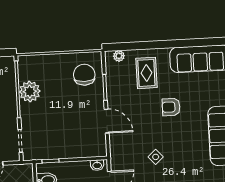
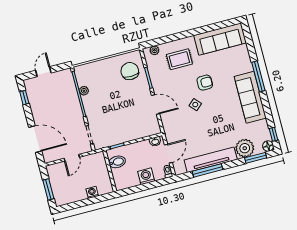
rug: (146, 73) -> (179, 59), turned 90
plant: (30, 91) -> (84, 91), width x0.53, depth x0.53
armchair: (171, 107) -> (205, 83), turned 180
side table: (156, 157) -> (195, 105), moved

